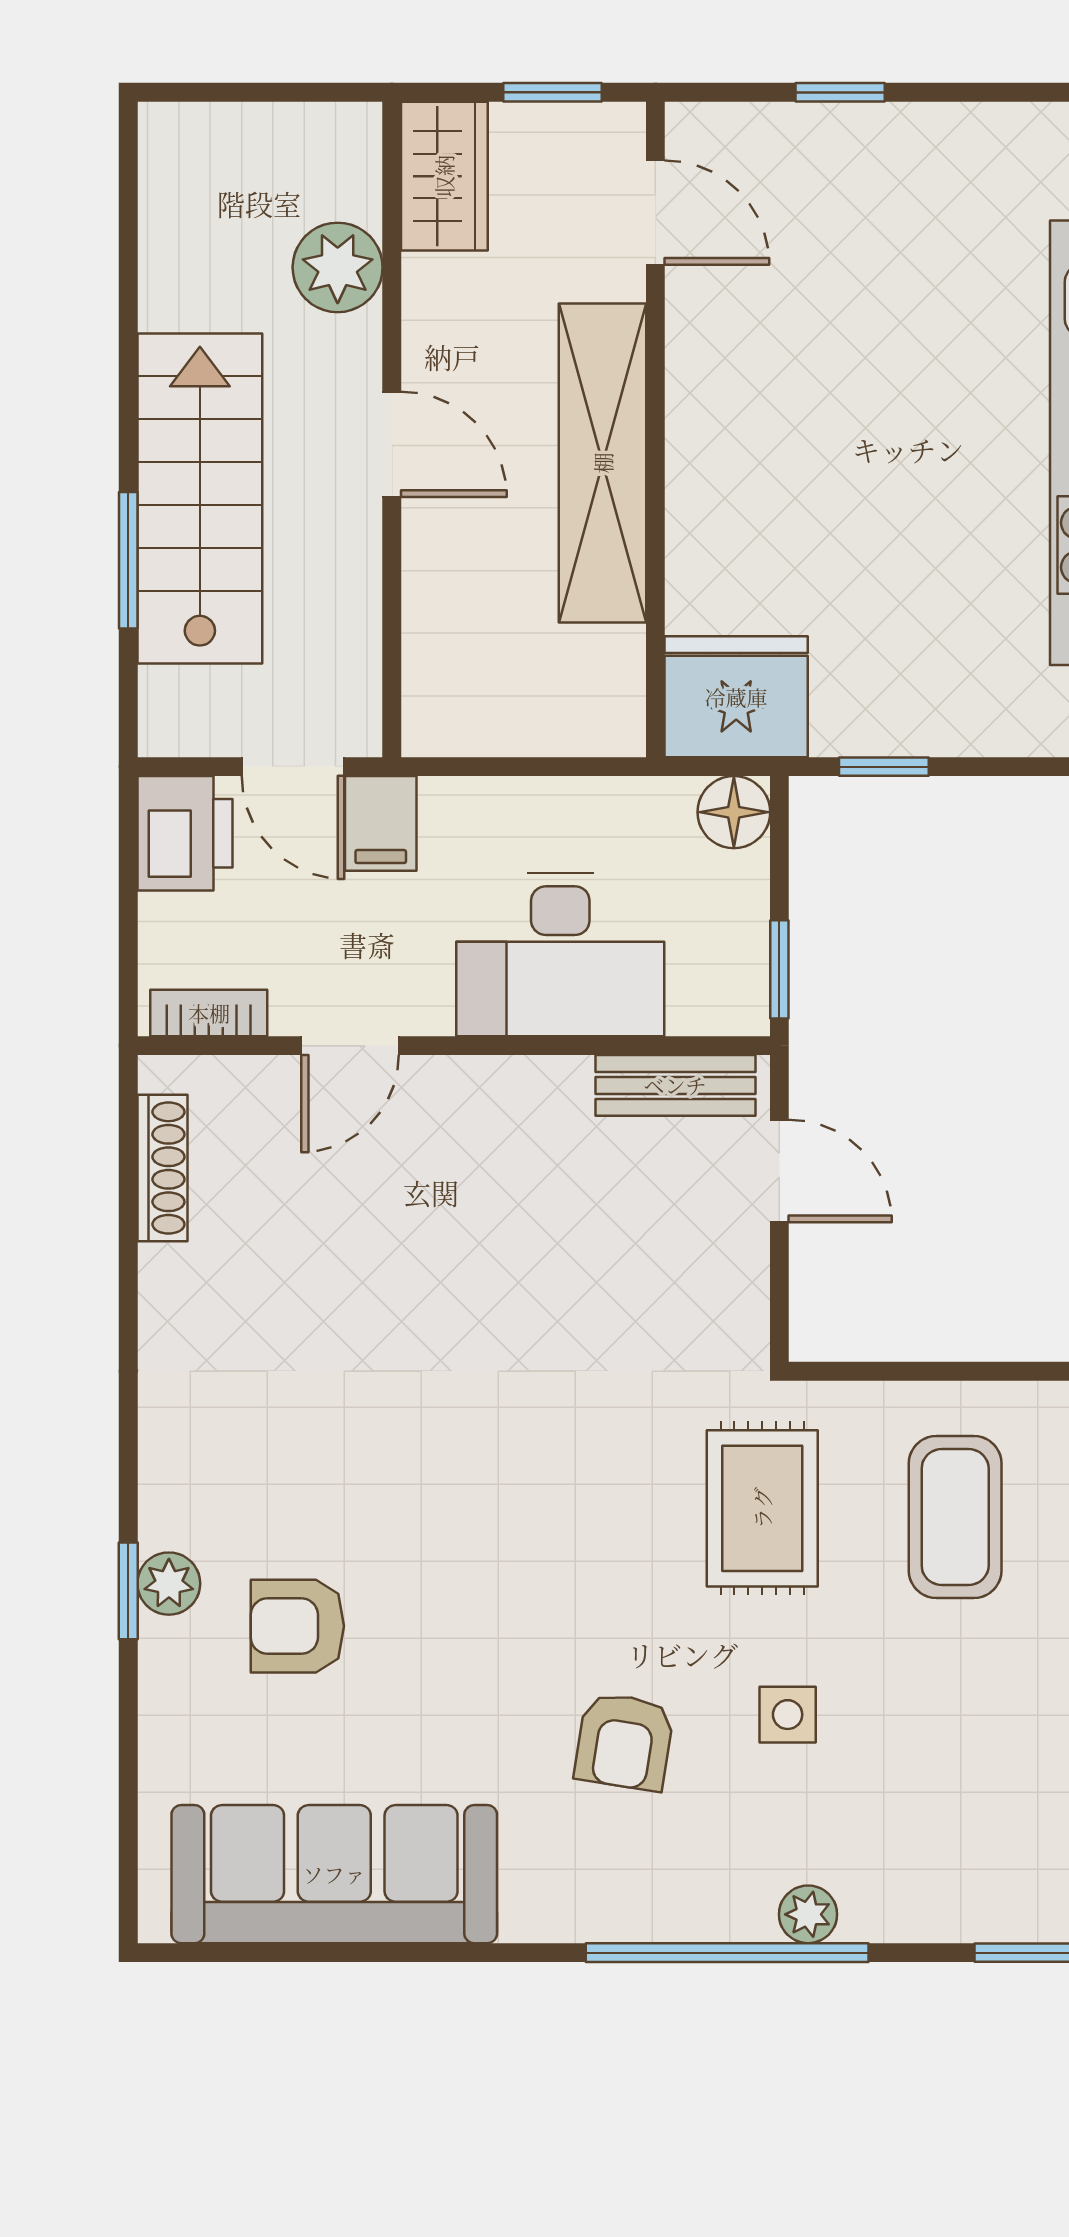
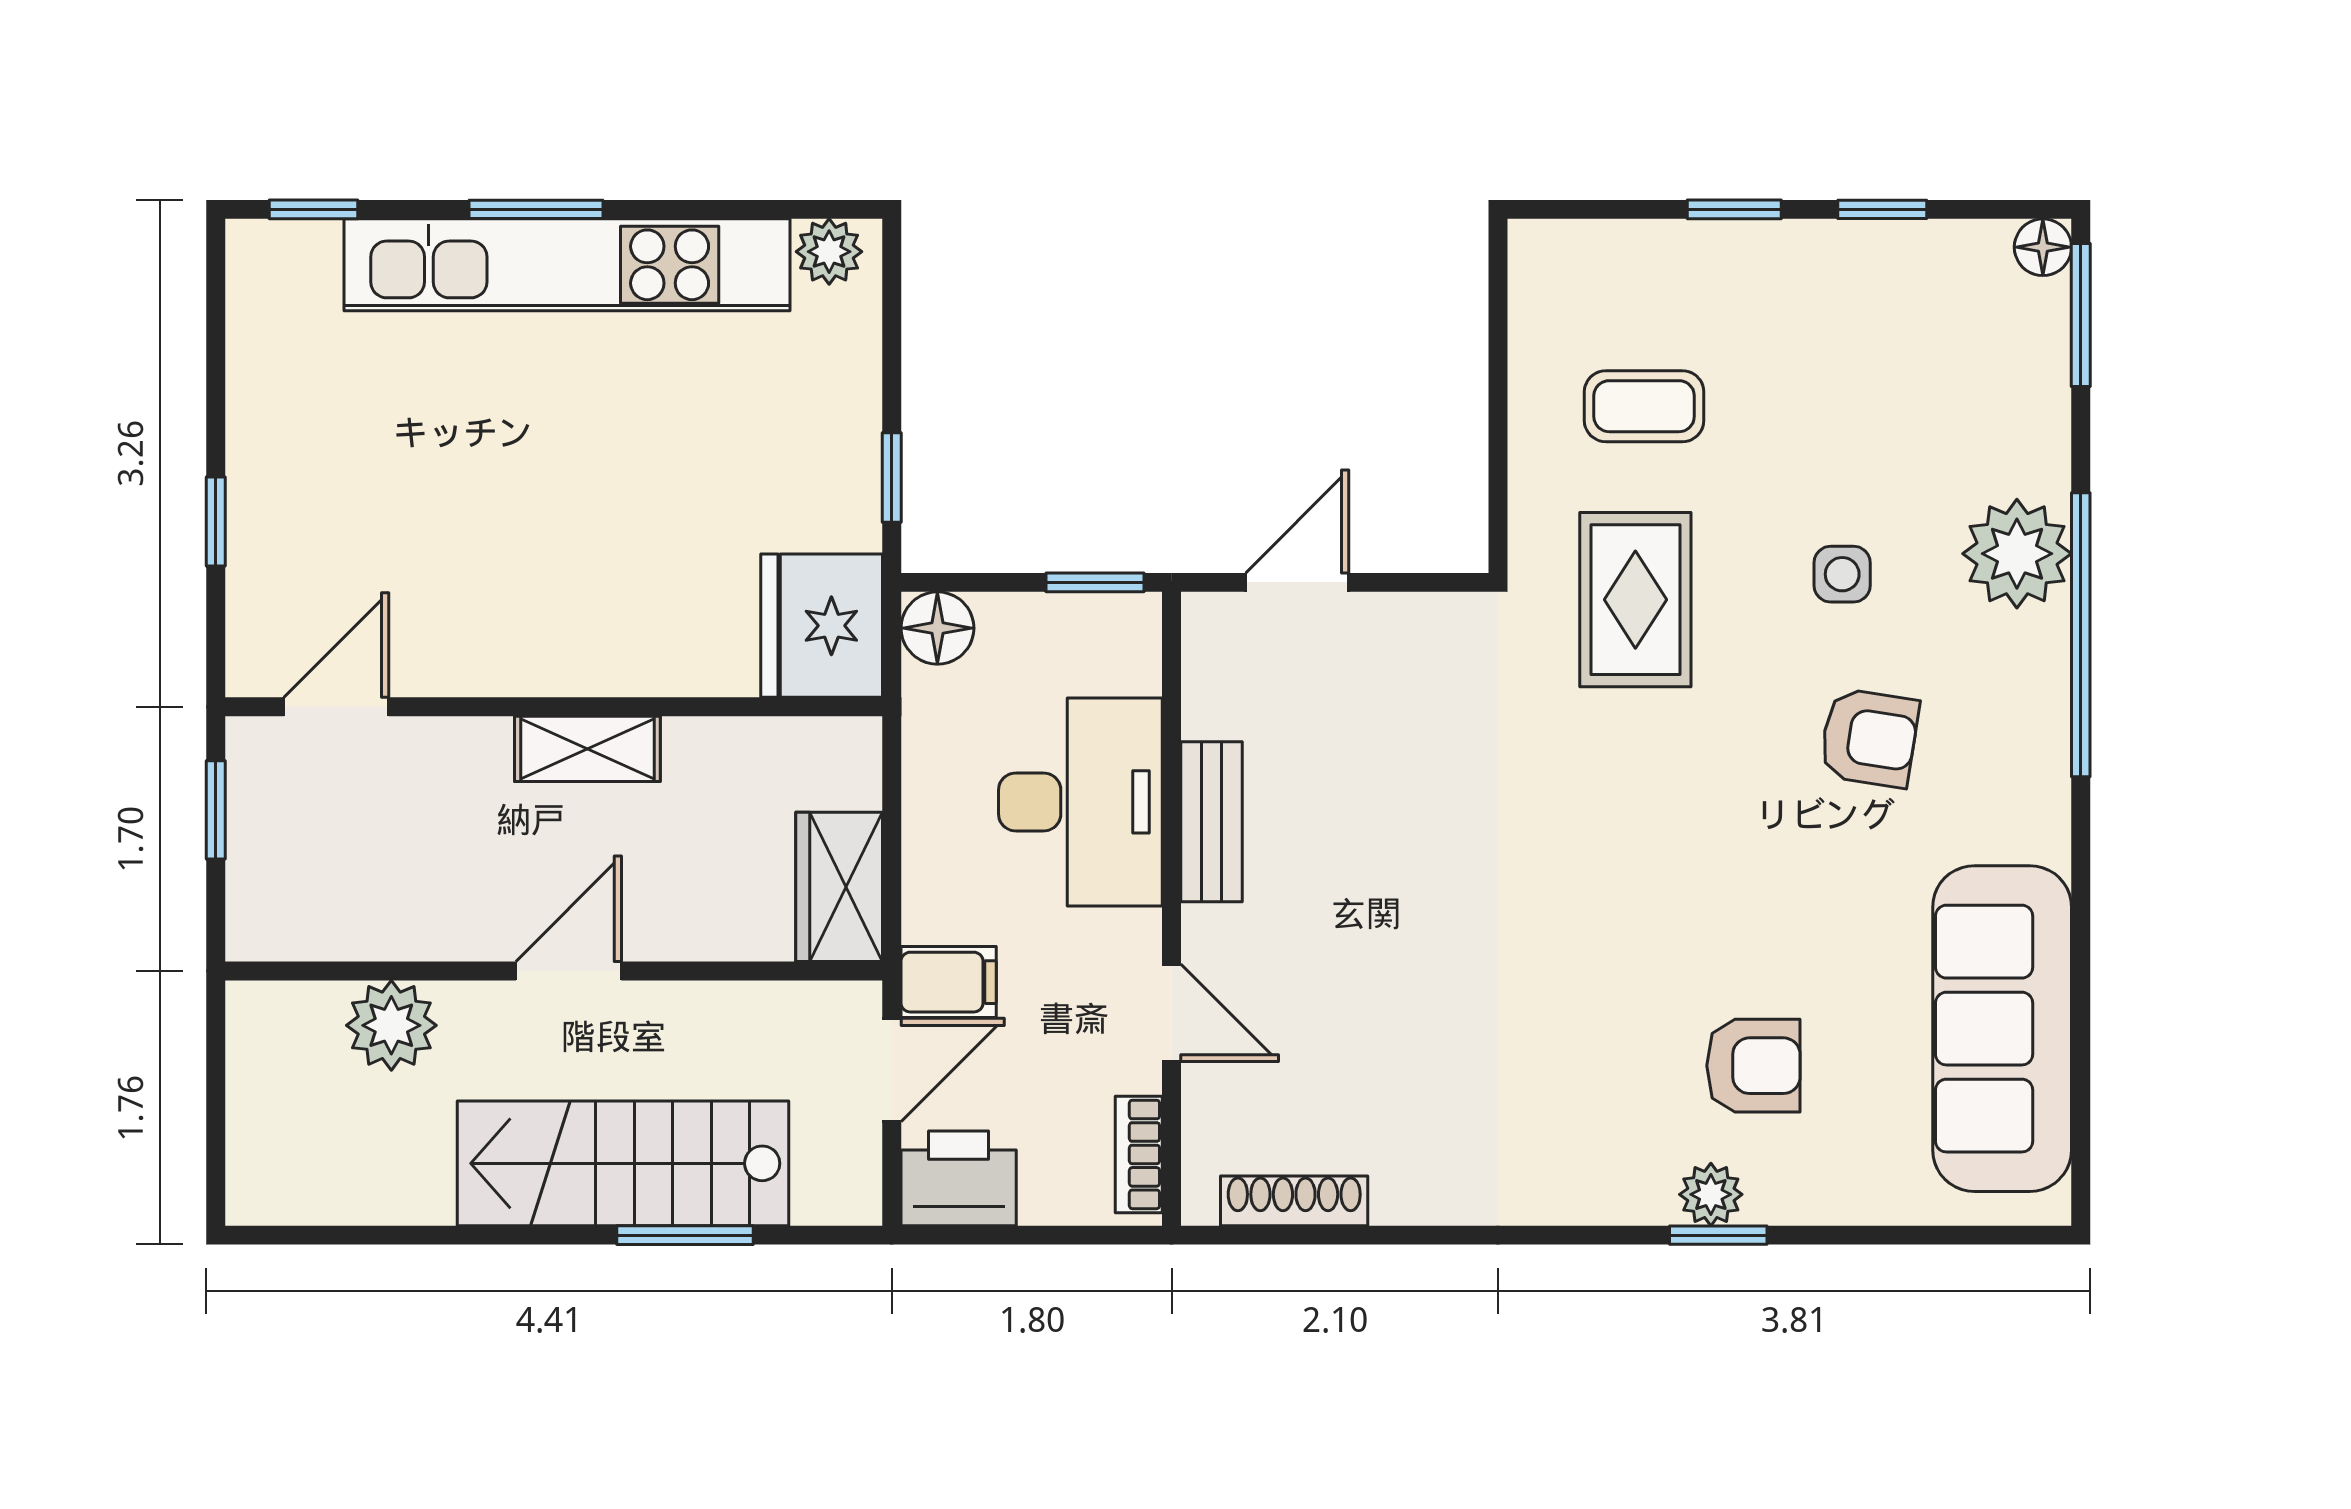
wardrobe: (444, 176) -> (839, 887), moved, turned -90
shelving: (603, 463) -> (587, 749), width x0.45, depth x0.75
bench: (675, 1085) -> (1211, 822), moved
rug: (762, 1508) -> (1635, 600), turned 90
coffee table: (955, 1517) -> (1644, 406), width x0.73, depth x0.77
armchair: (297, 1626) -> (1753, 1066), turned -90
plant: (808, 1914) -> (2017, 554), width x1.88, depth x1.88

